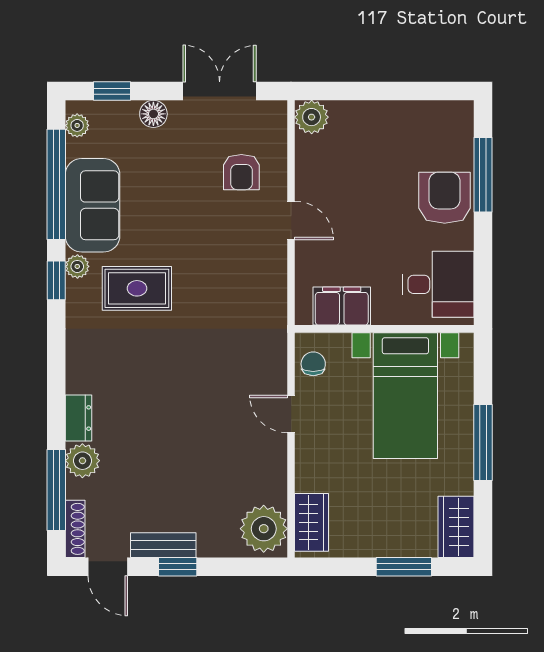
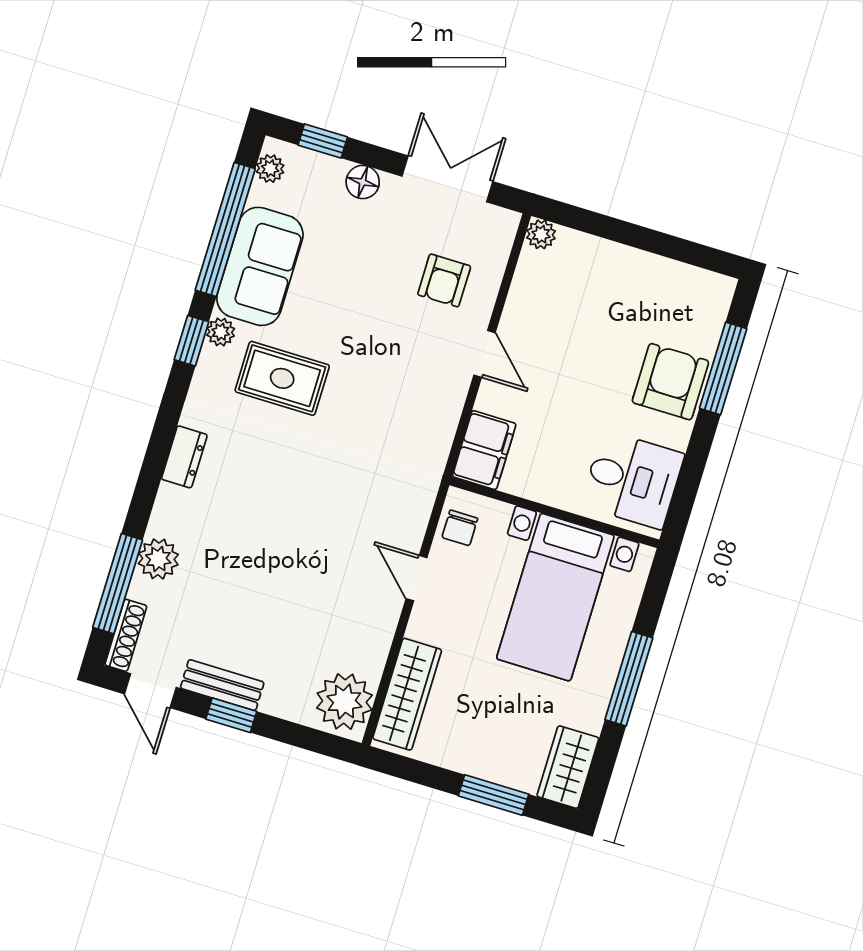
plant: (312, 117) -> (541, 234), width x0.73, depth x0.73
filing cabinet: (342, 306) -> (484, 450), moved, turned 90
chair: (313, 364) -> (460, 528), turned 180
dresser: (78, 418) -> (184, 457), moved
wardrobe: (312, 522) -> (407, 694), width x1.50

